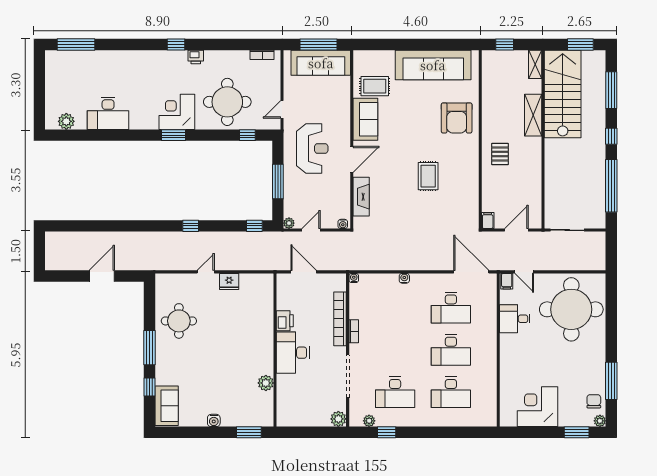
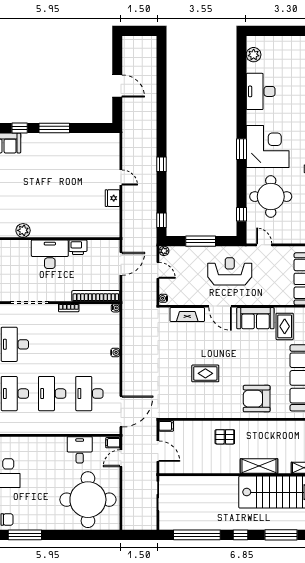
corner desk: (177, 112) -> (268, 146), width x1.36, depth x1.36
reception desk: (312, 148) -> (230, 271), turned 180
bookcase: (340, 319) -> (96, 296), moved
round table: (179, 321) -> (78, 154), removed

